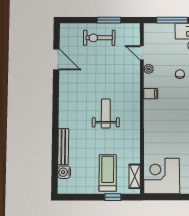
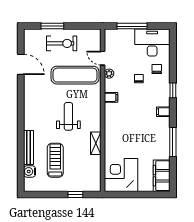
window: (109, 20) -> (52, 26), moved
exercise bike: (99, 38) -> (62, 43), turned 180
exercise mat: (113, 70) -> (75, 75), added
treadmill: (108, 173) -> (55, 160), moved
shelving: (135, 176) -> (96, 143), moved

